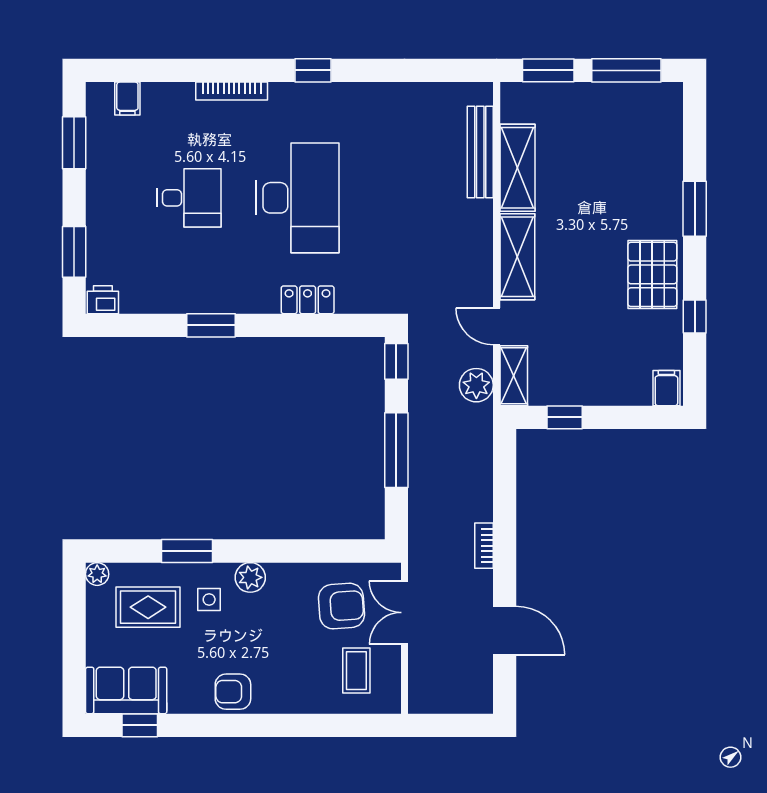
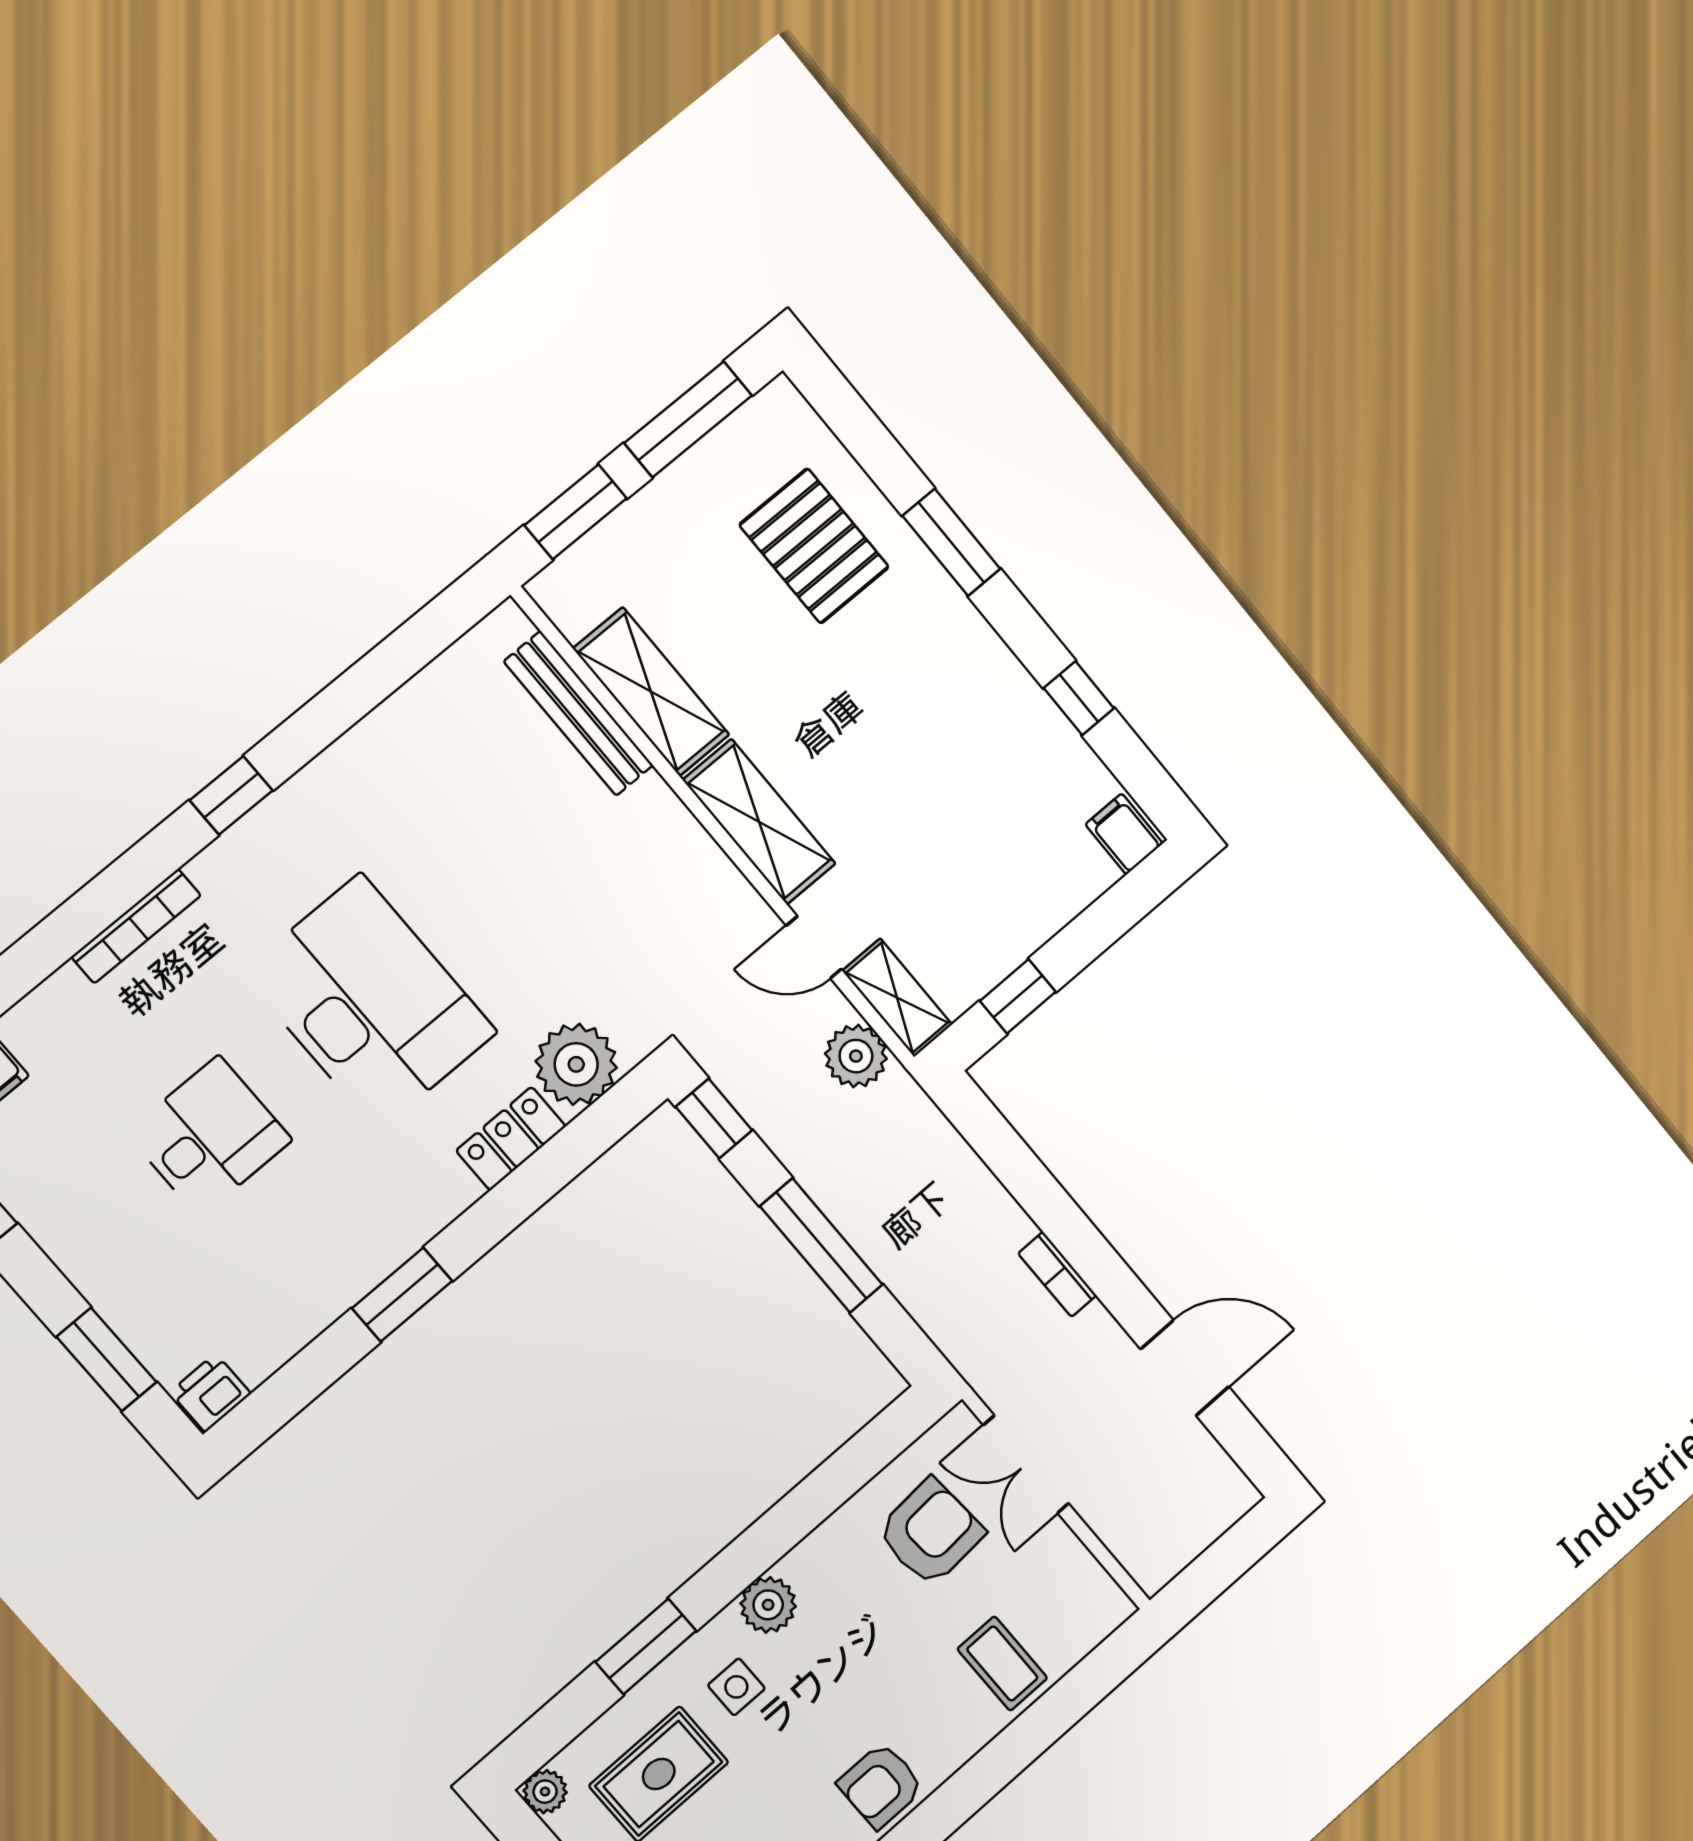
pallet: (652, 274) -> (814, 546), moved
plant: (359, 292) -> (576, 1064), added
coffee table: (356, 671) -> (1002, 1664), moved

